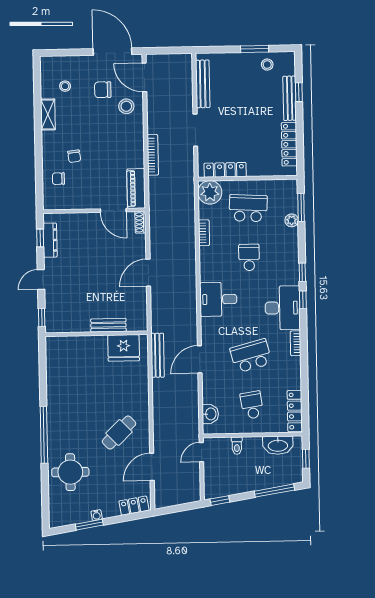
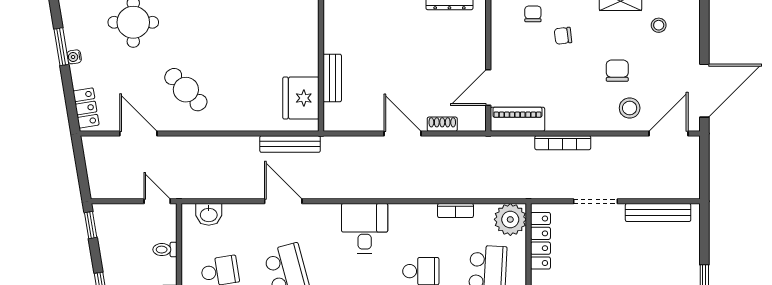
chair: (103, 90) -> (617, 71), moved
shoe rack: (140, 222) -> (442, 124), moved

